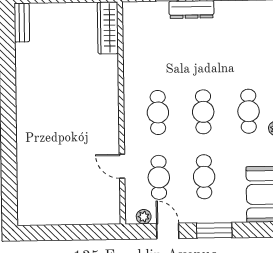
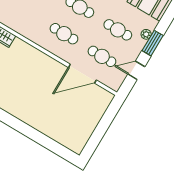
door: (122, 166) -> (82, 74), width x1.87
plant: (144, 217) -> (146, 34), moved

